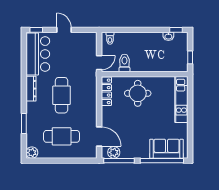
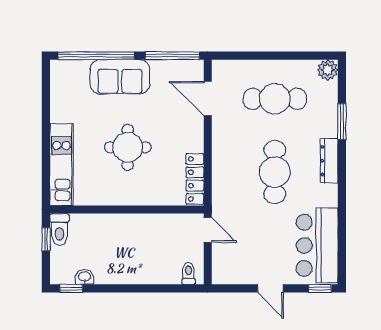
door: (99, 63) -> (208, 230), swing flipped
toilet: (124, 63) -> (60, 229), moved
dresser: (31, 89) -> (329, 161), moved
round table: (138, 93) -> (128, 147), moved
sofa: (167, 149) -> (120, 77), moved
plant: (114, 152) -> (182, 70), removed

